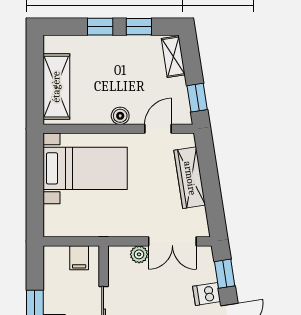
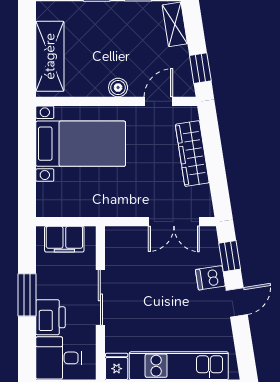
plant: (139, 254) -> (138, 235), removed
filing cabinet: (79, 258) -> (64, 239), width x2.00

